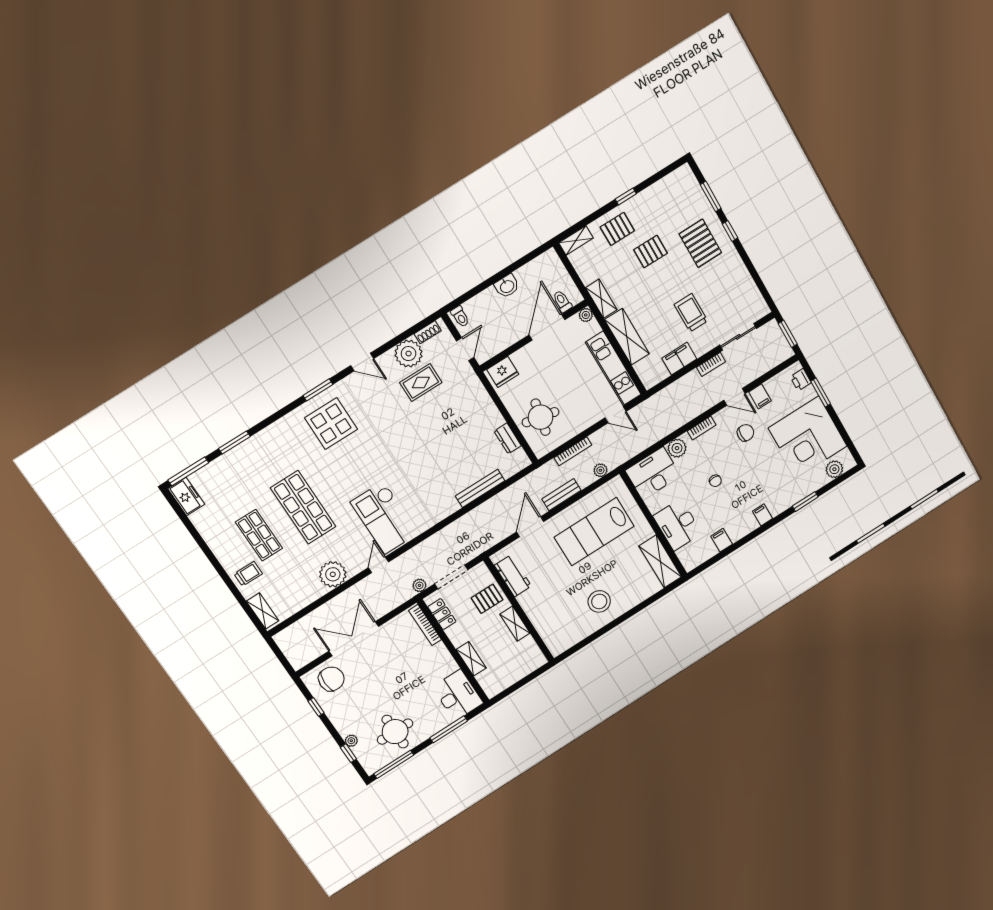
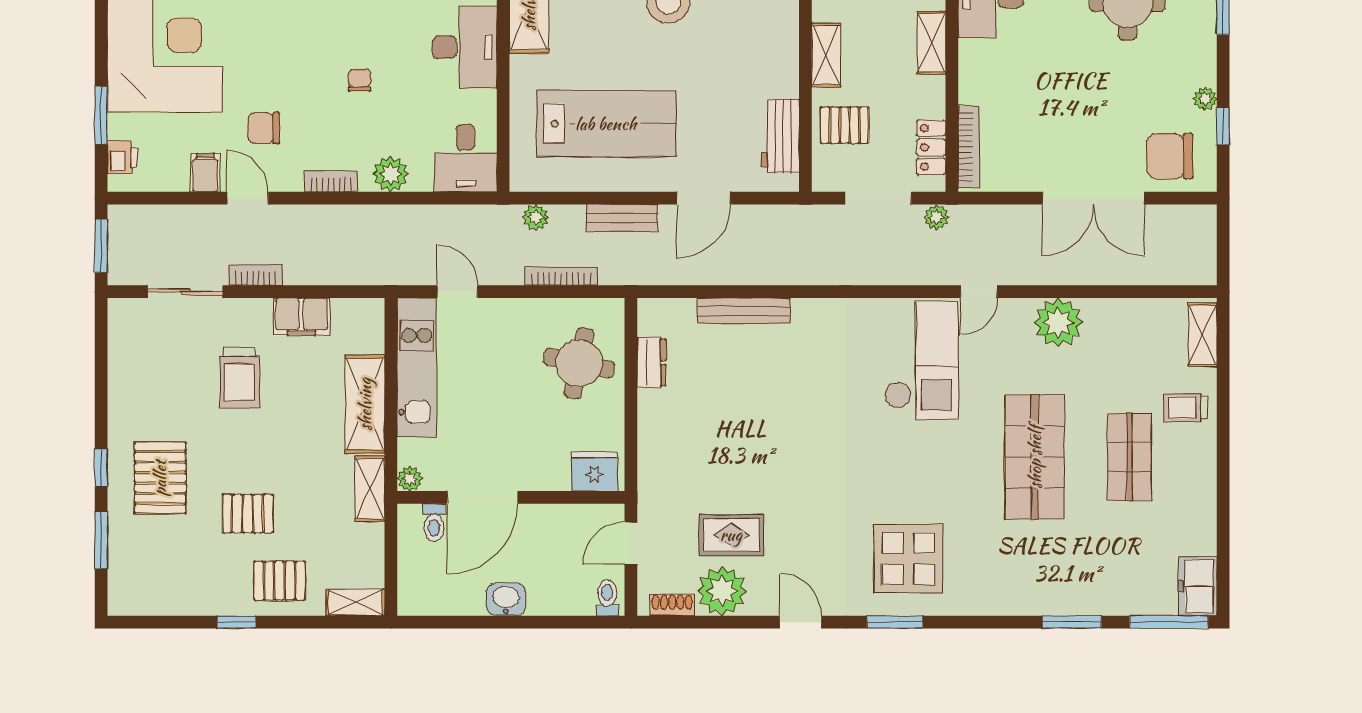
desk: (653, 473) -> (466, 158), width x0.73
plant: (351, 741) -> (1205, 99), moved

